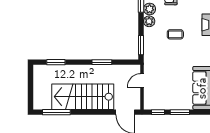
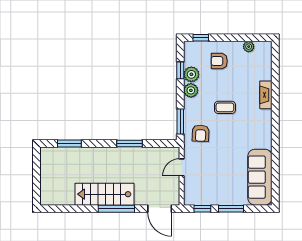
armchair: (157, 54) -> (201, 133), added
stairs: (83, 97) -> (104, 194), width x0.73, depth x0.66
window: (56, 112) -> (116, 209), moved

